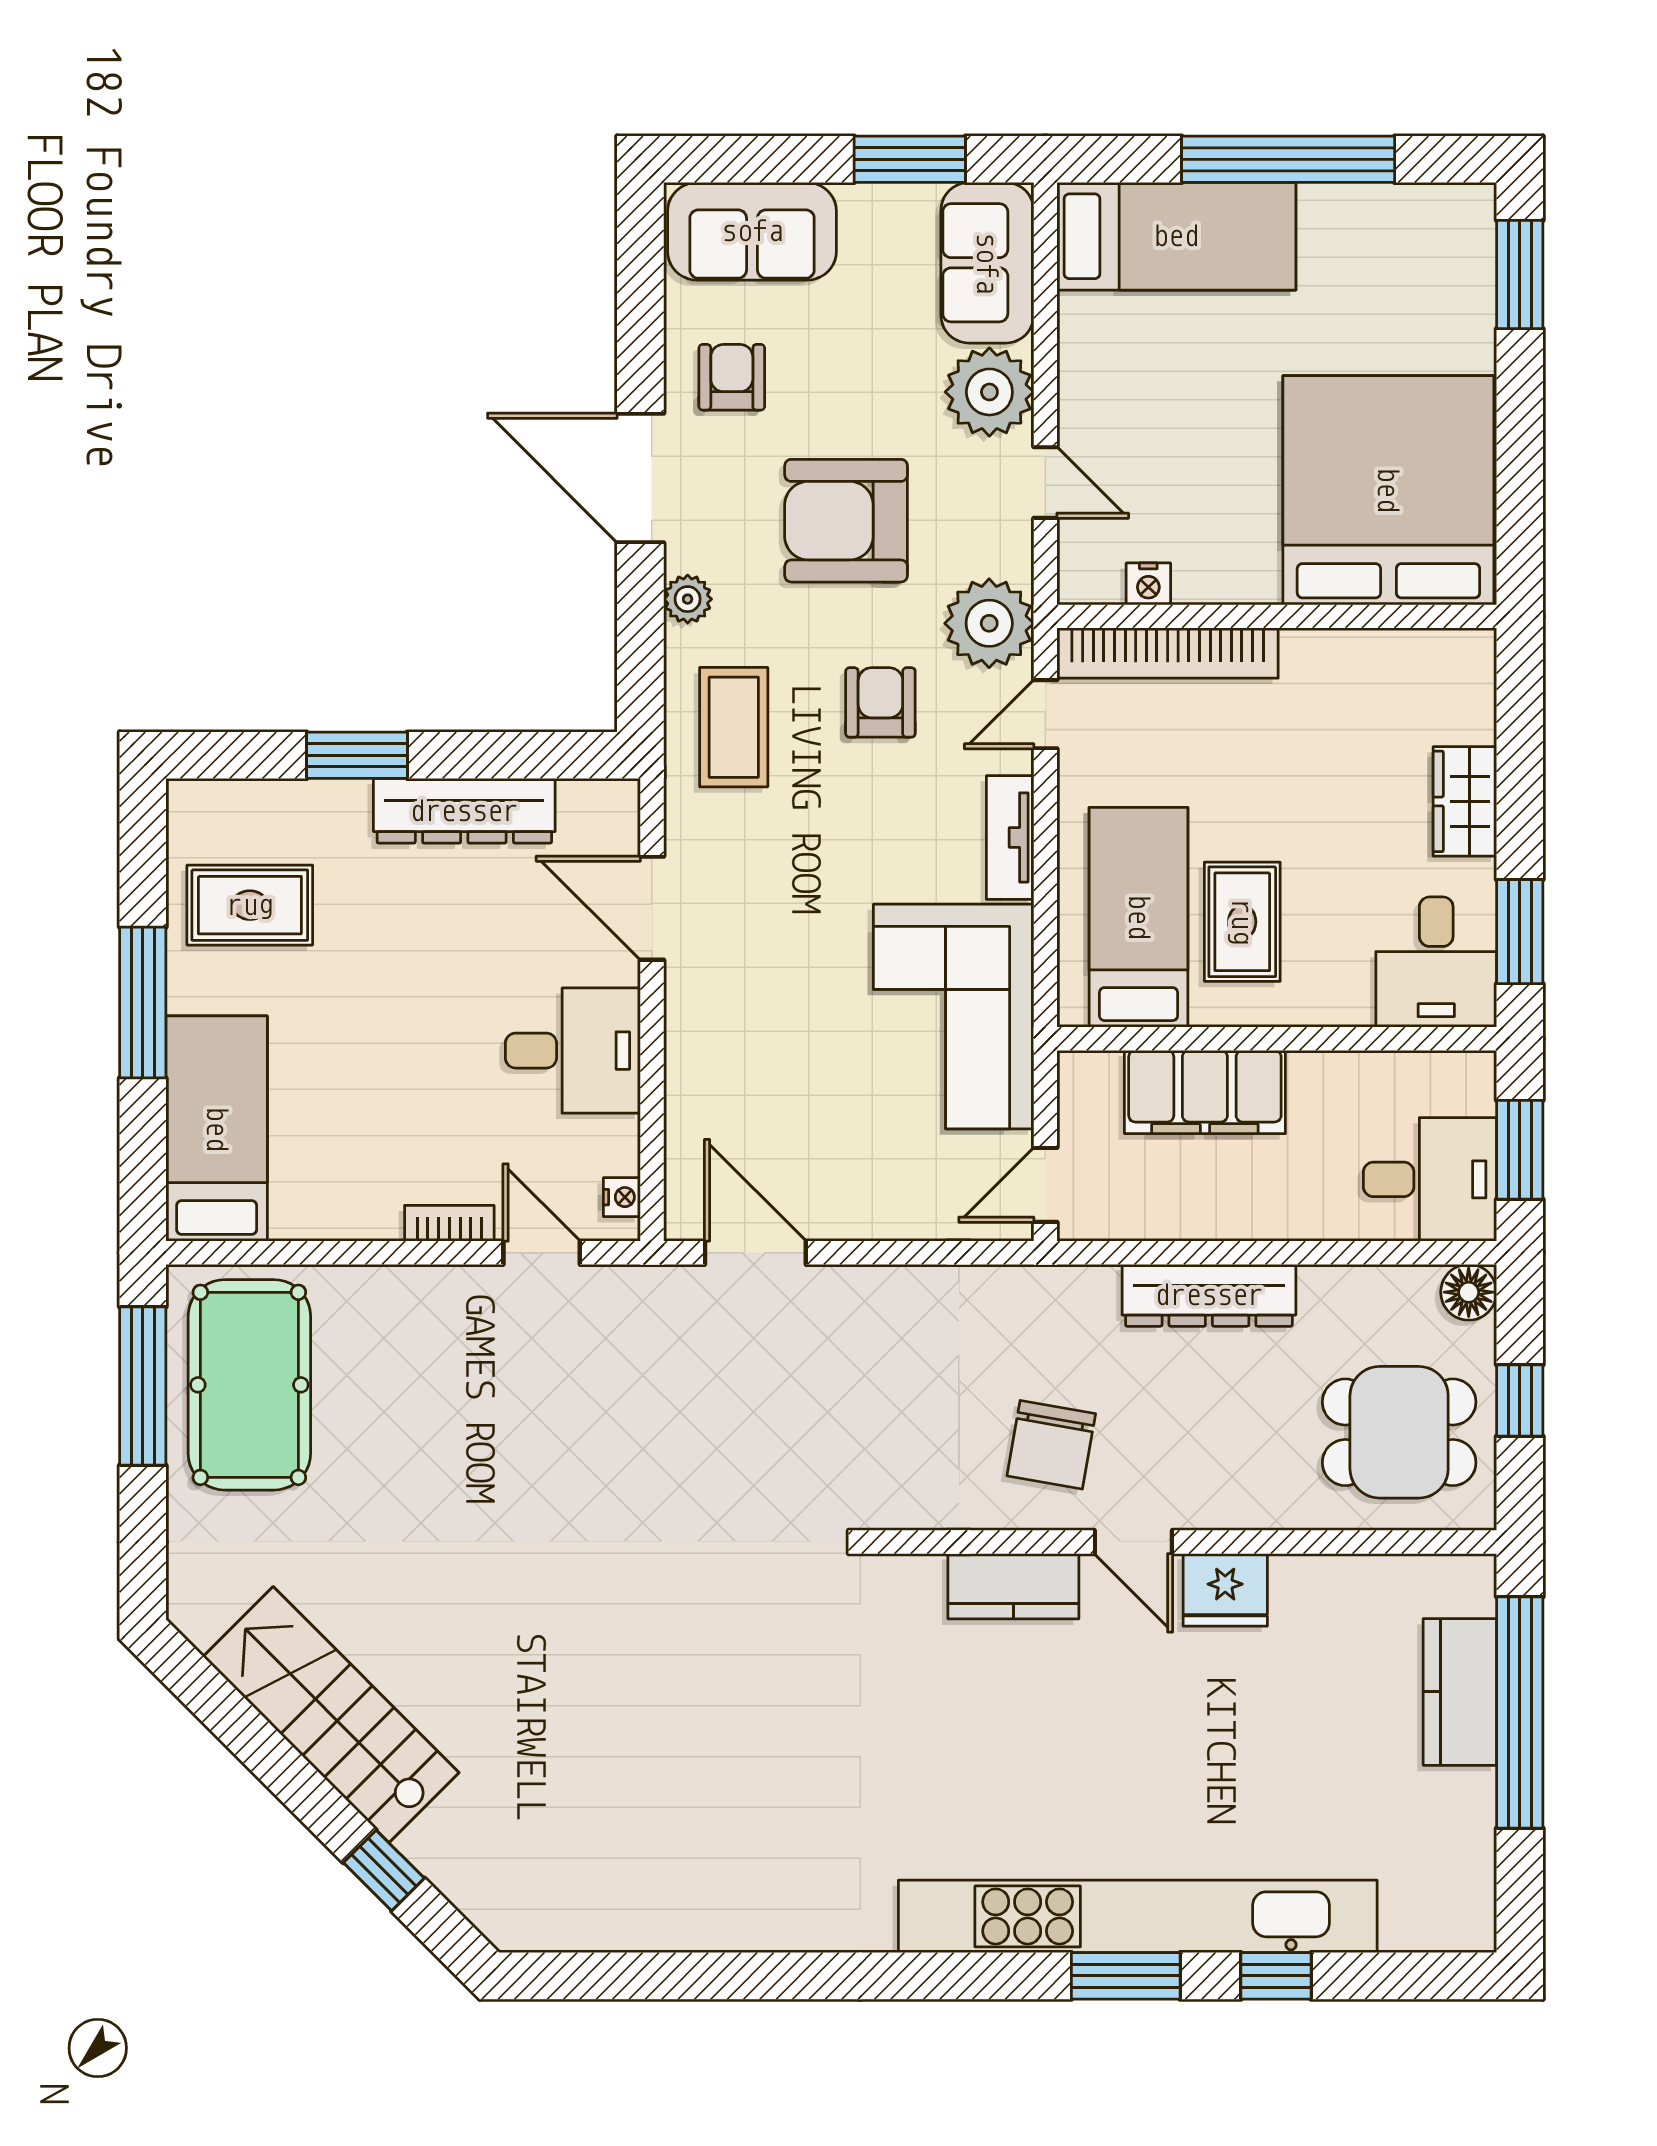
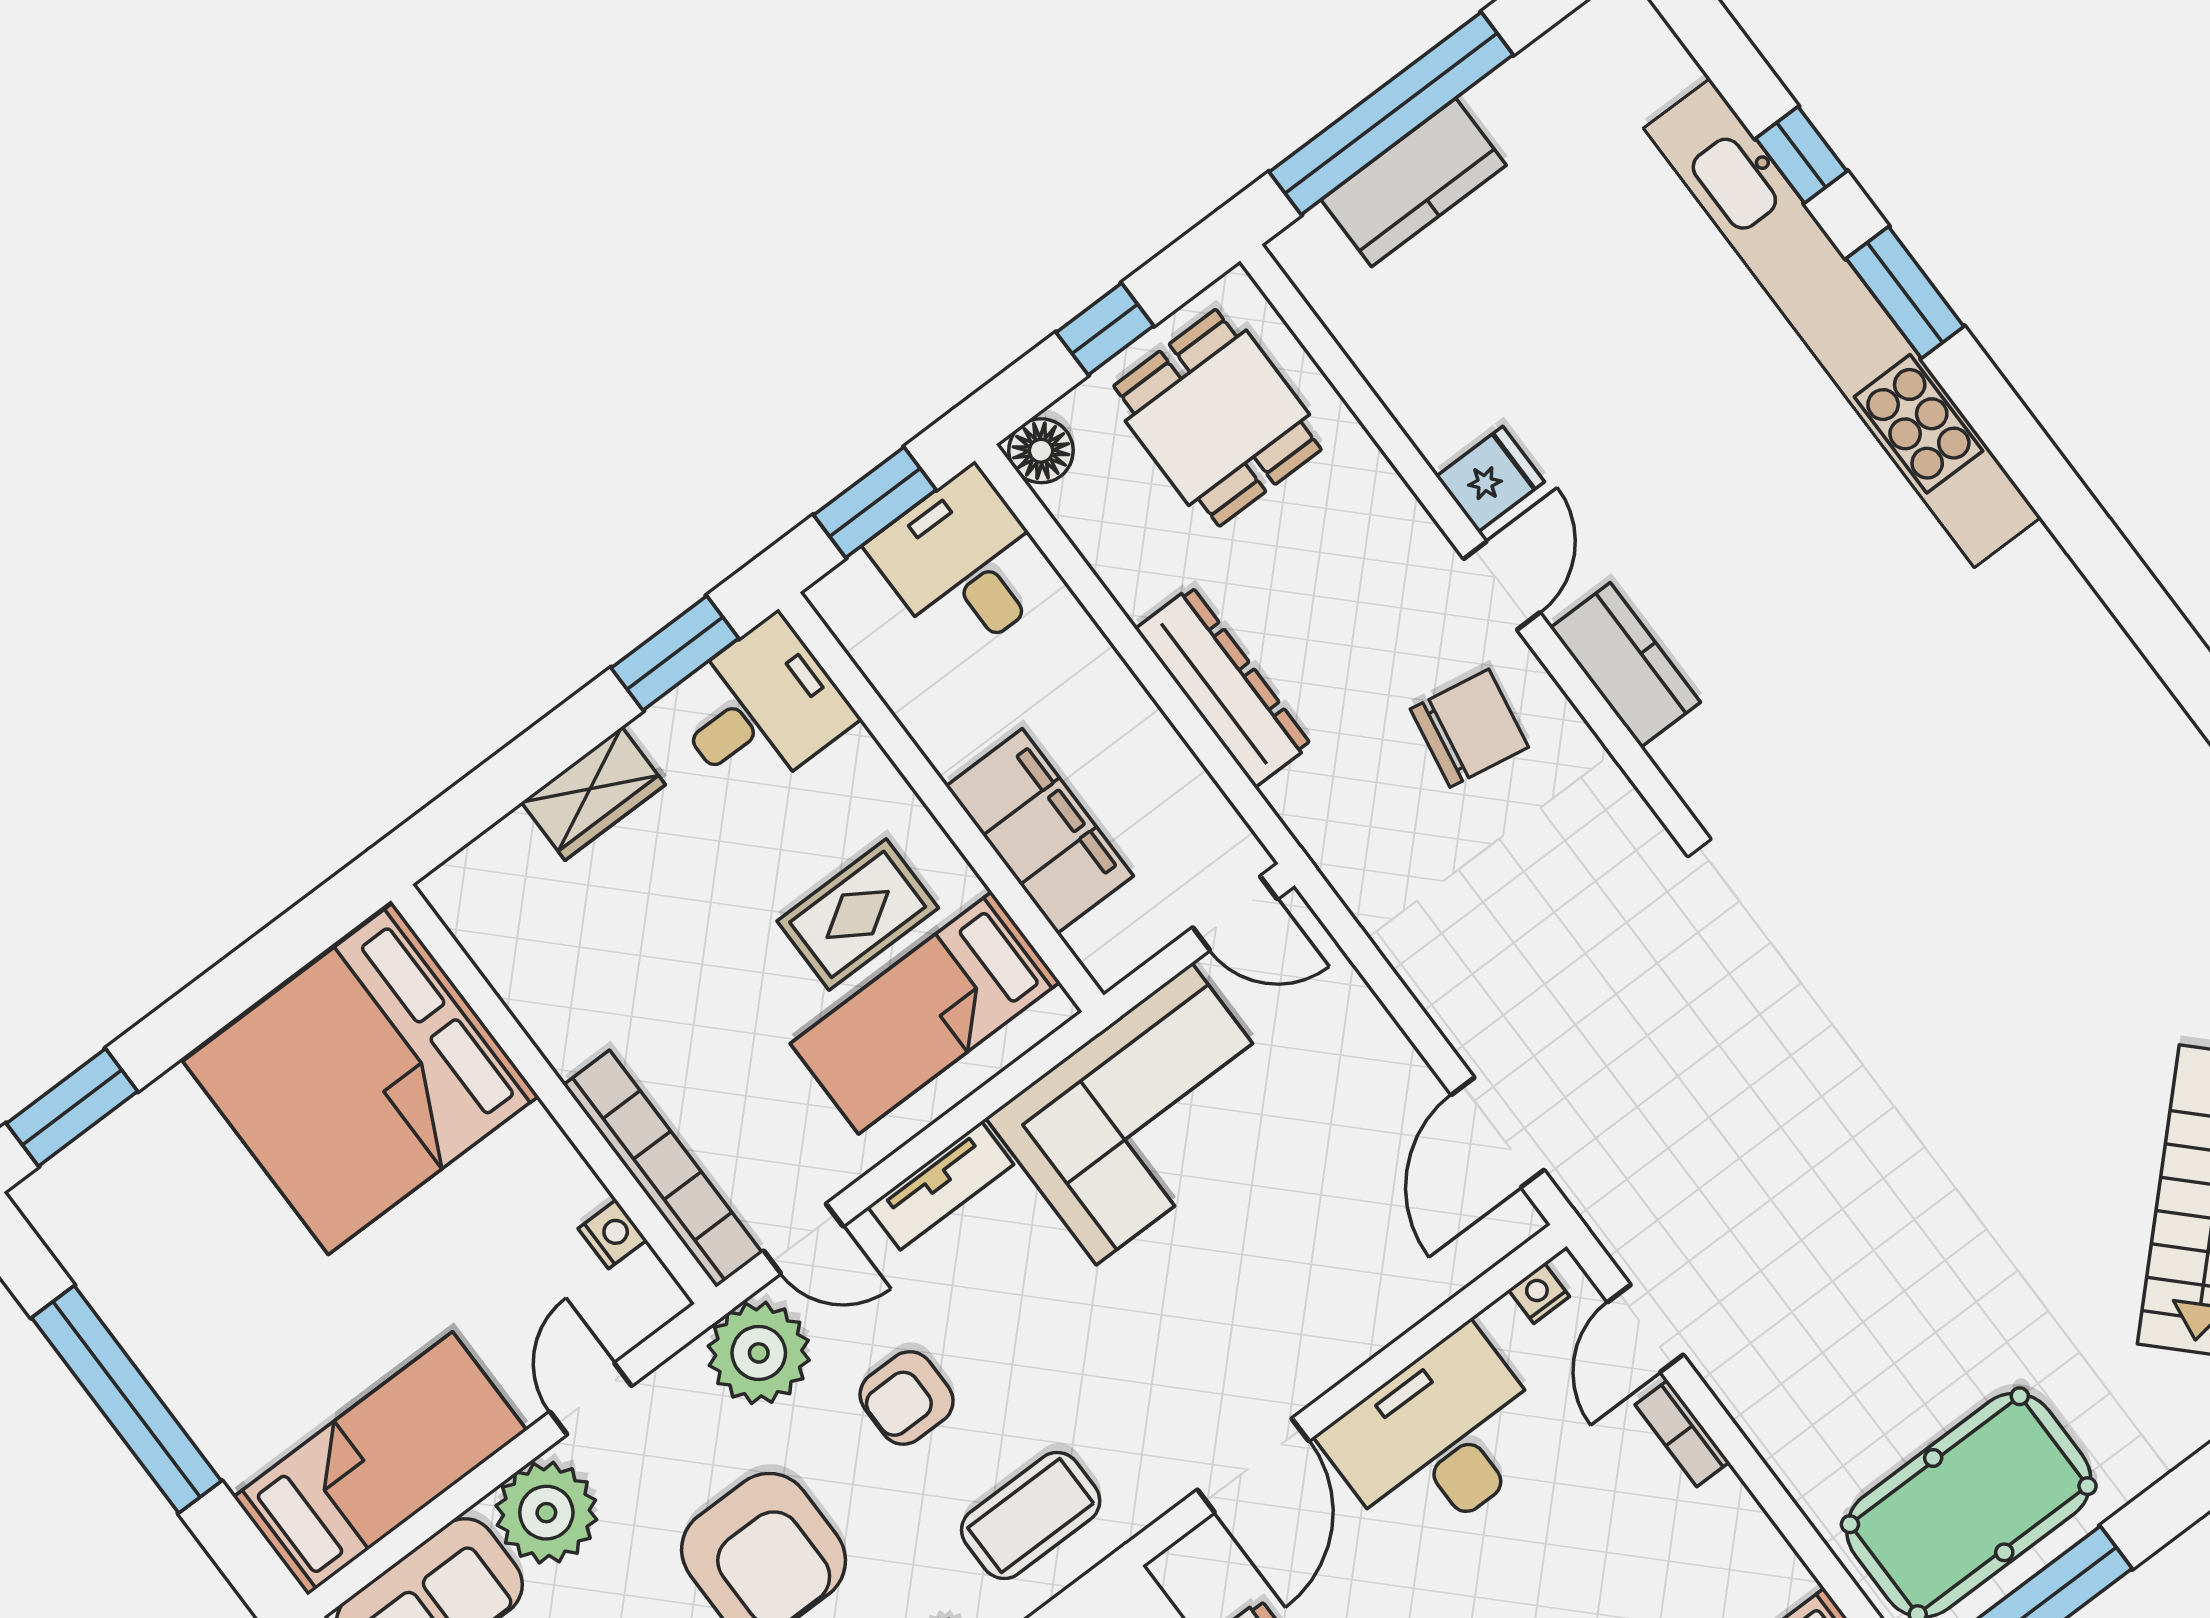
bed: (1176, 236) -> (380, 1464), moved, turned 90
desk: (573, 1051) -> (1438, 1440), width x1.37
fridge: (1225, 1590) -> (1490, 479), width x0.72

